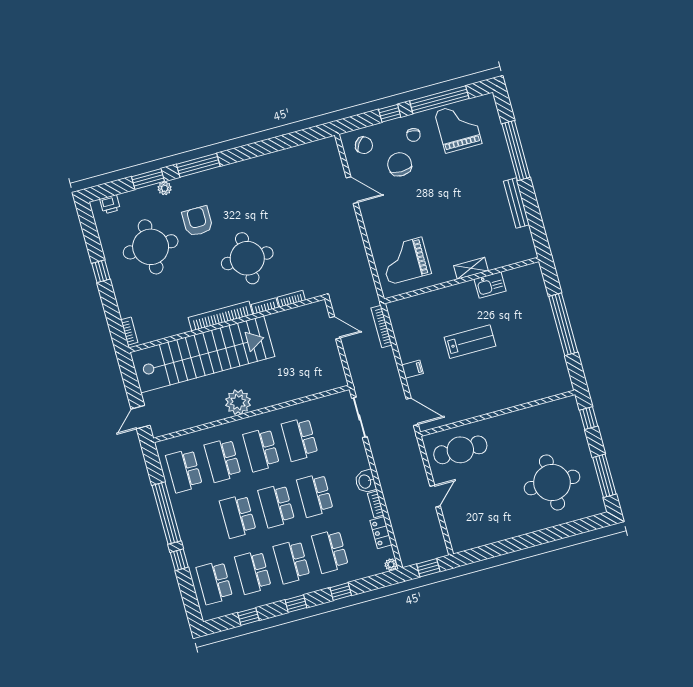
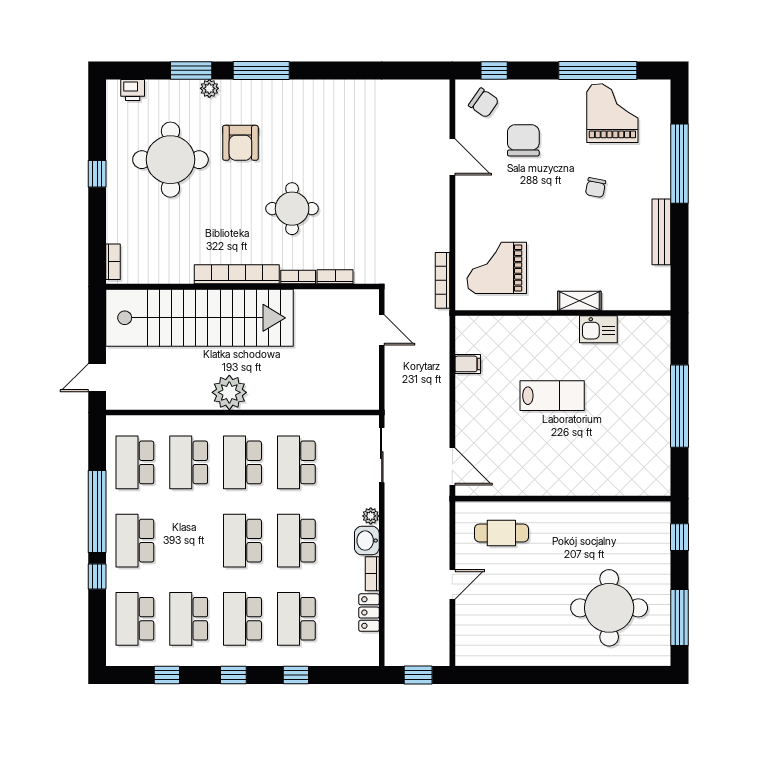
window: (390, 113) -> (494, 70), moved
chair: (413, 135) -> (596, 188), moved
armchair: (197, 221) -> (240, 143), turned 180
round table: (247, 258) -> (292, 209), width x0.73, depth x0.73
bookcase: (382, 327) -> (443, 280), moved
filing cabinet: (412, 369) -> (468, 364), moved
cafe table: (460, 450) -> (501, 533), width x0.73, depth x0.74
school desk: (238, 516) -> (135, 541), moved
plant: (391, 565) -> (371, 516), moved

